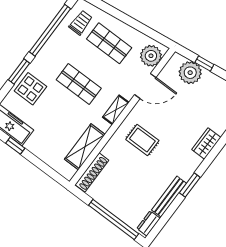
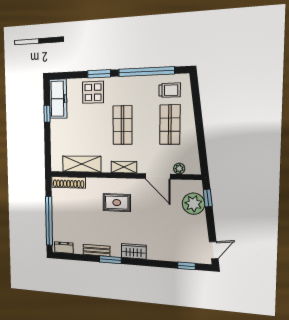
plant: (151, 56) -> (179, 169), width x0.53, depth x0.53
window: (204, 63) -> (208, 198), moved
rug: (142, 140) -> (117, 203), turned 90
wardrobe: (206, 143) -> (134, 251), moved
bench: (169, 197) -> (97, 250), width x0.73

